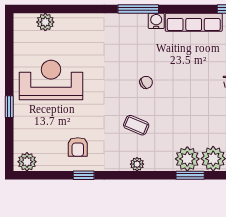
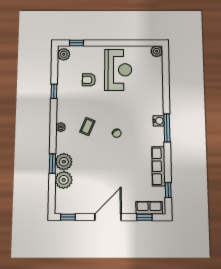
water cooler: (156, 21) -> (159, 121), moved
plant: (45, 22) -> (157, 51), moved
window: (9, 107) -> (76, 43), moved
armchair: (78, 147) -> (89, 80), moved

